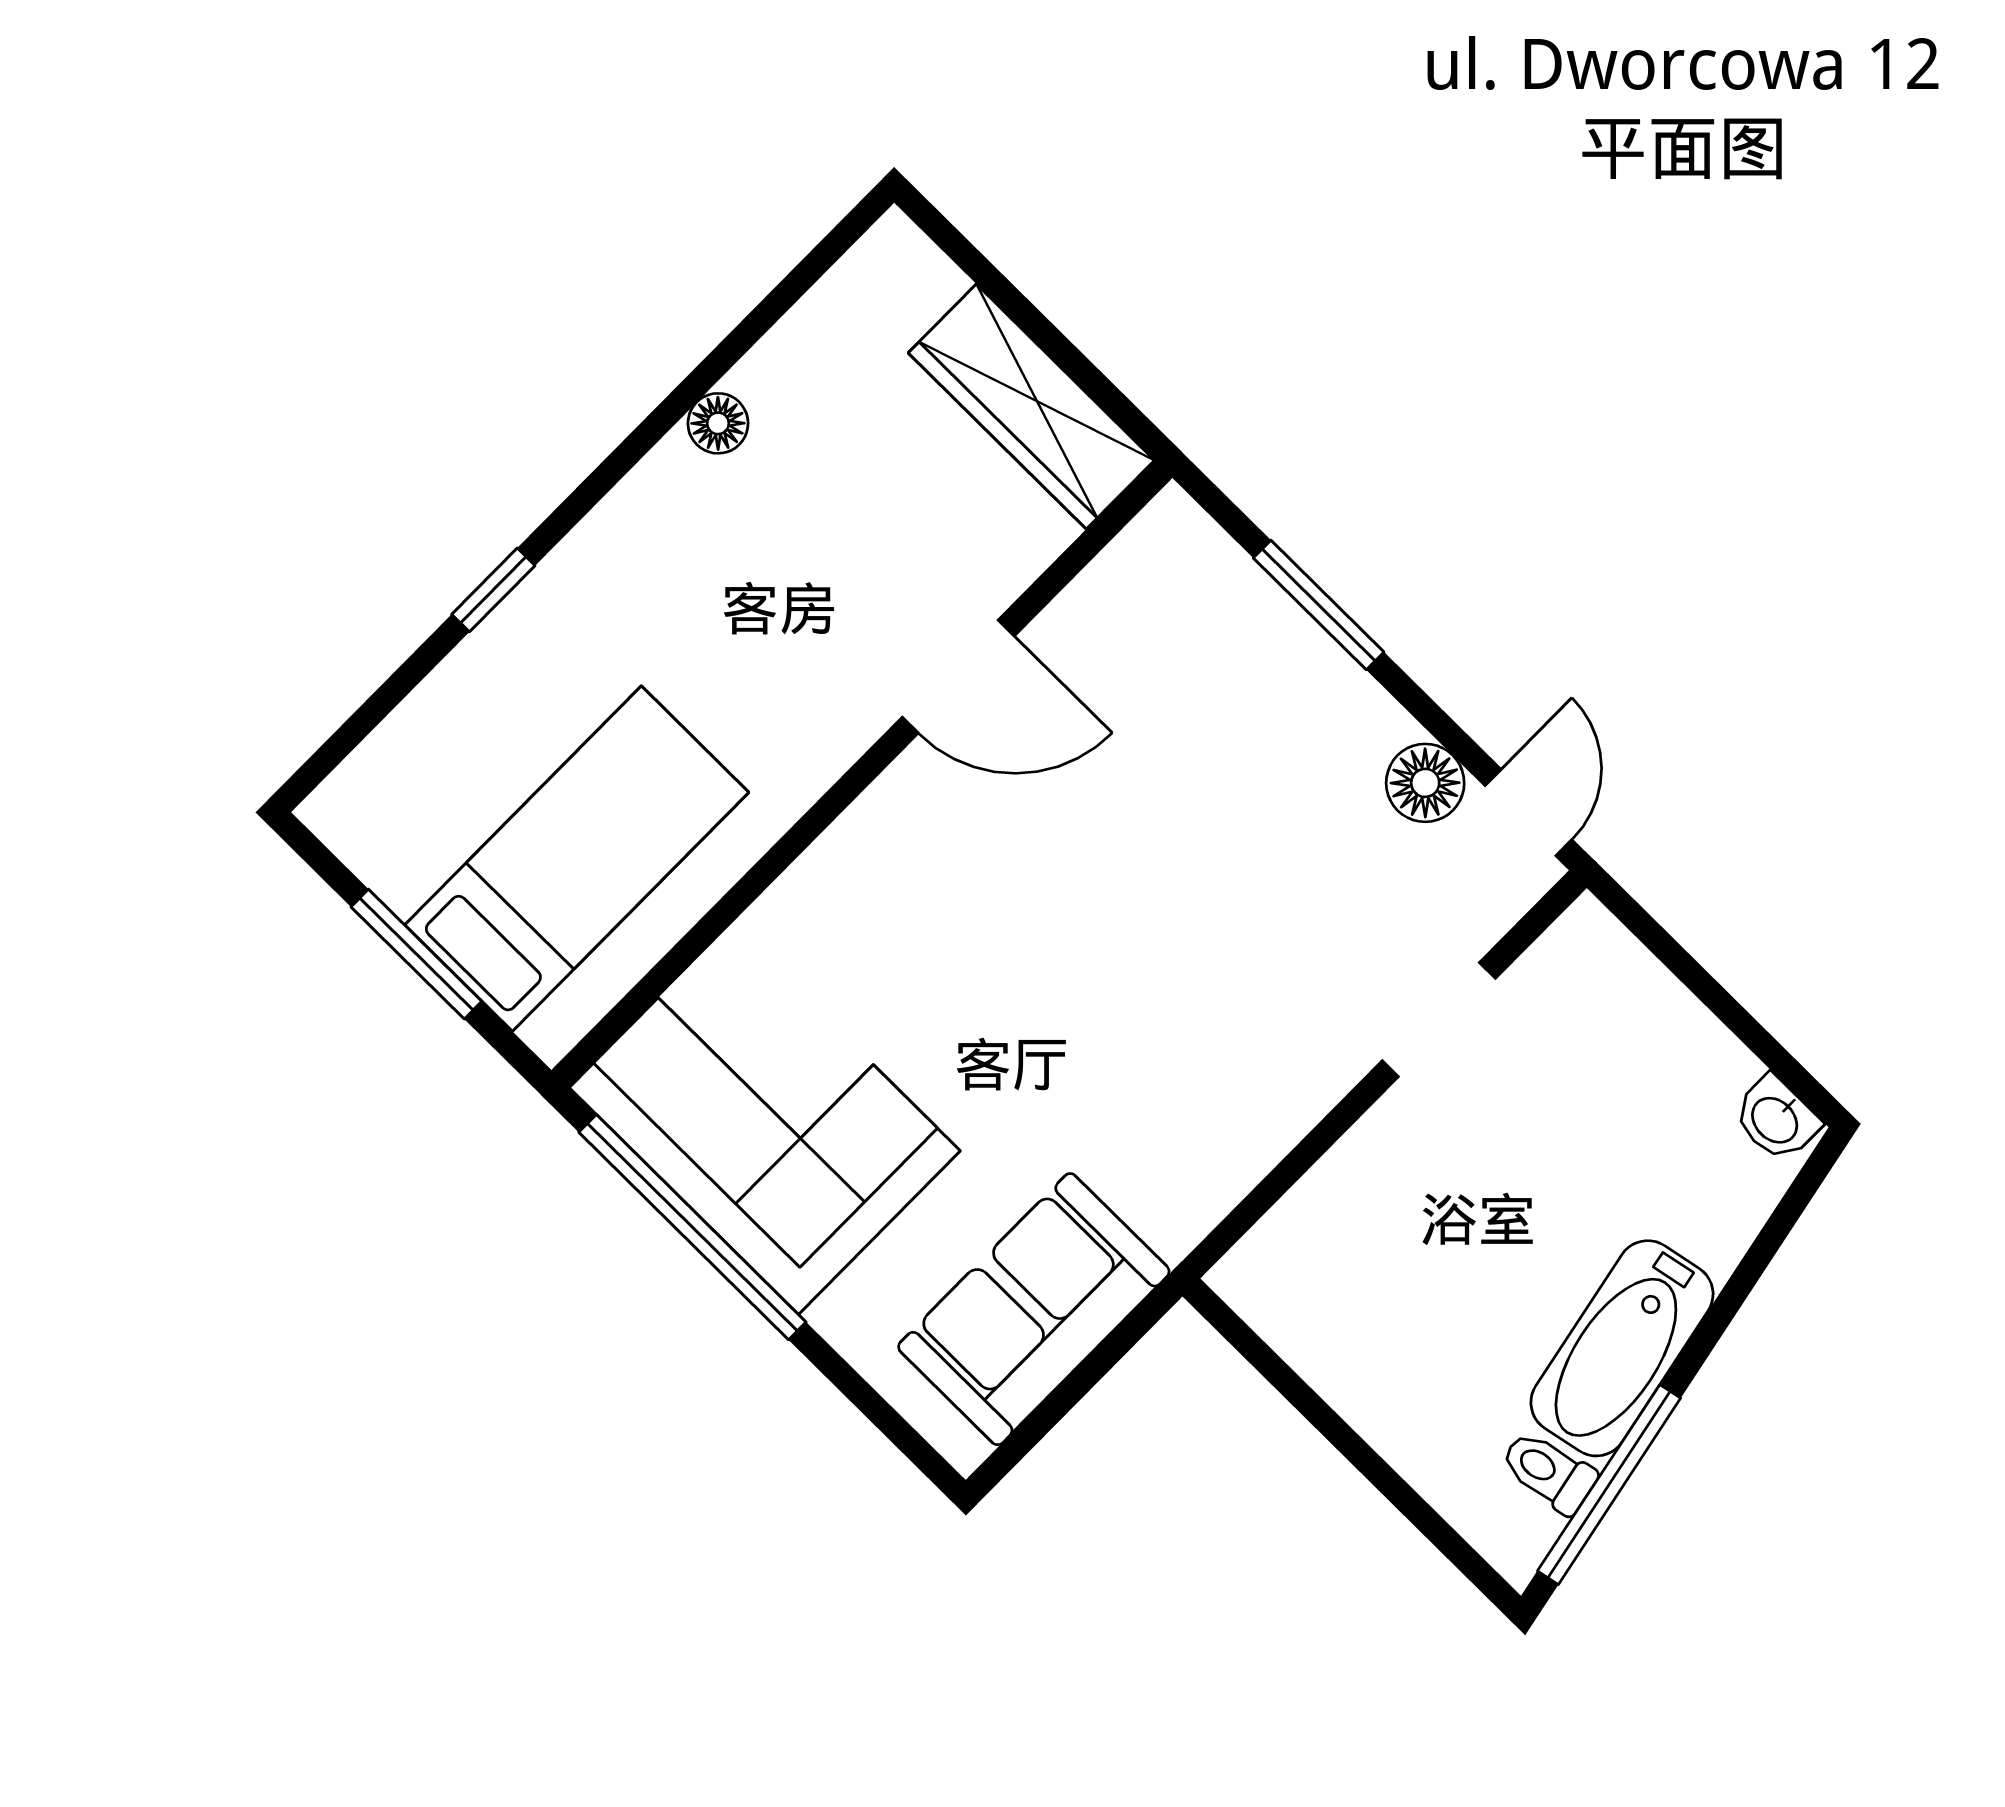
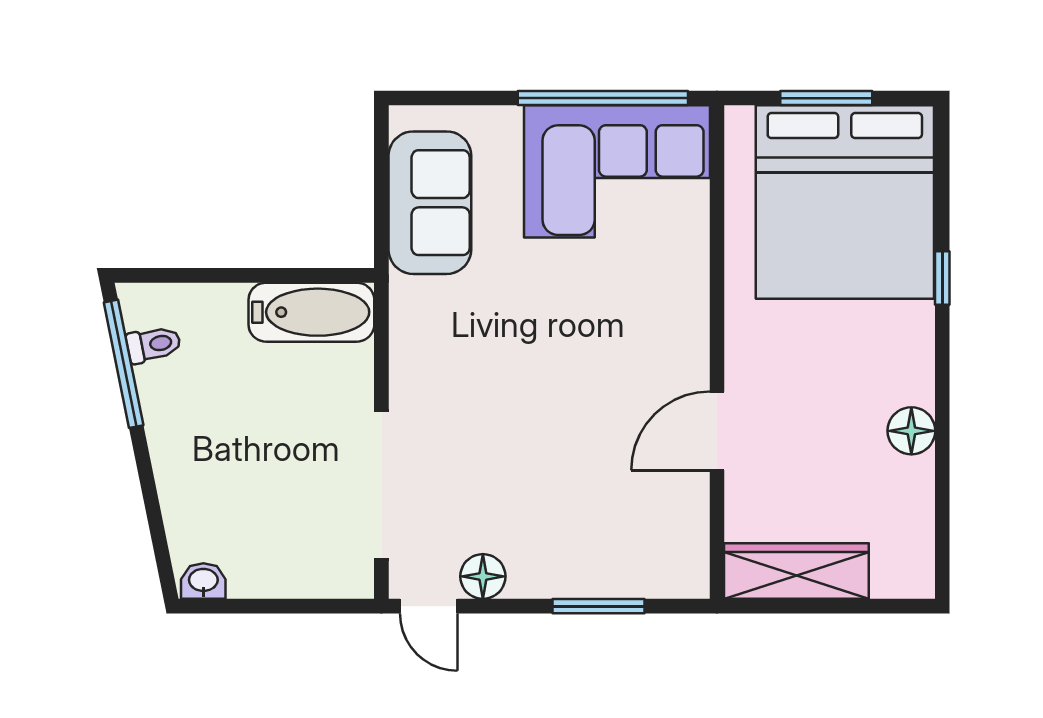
floor lamp: (718, 423) -> (911, 431), width x1.37, depth x1.37
bed: (577, 859) -> (845, 202), width x2.04
doorway: (1439, 1020) -> (381, 485), width x1.87
bathtub: (1622, 1348) -> (311, 312), moved, turned 101

